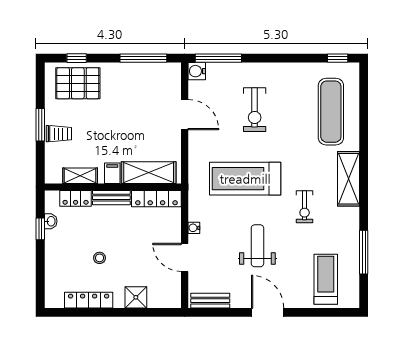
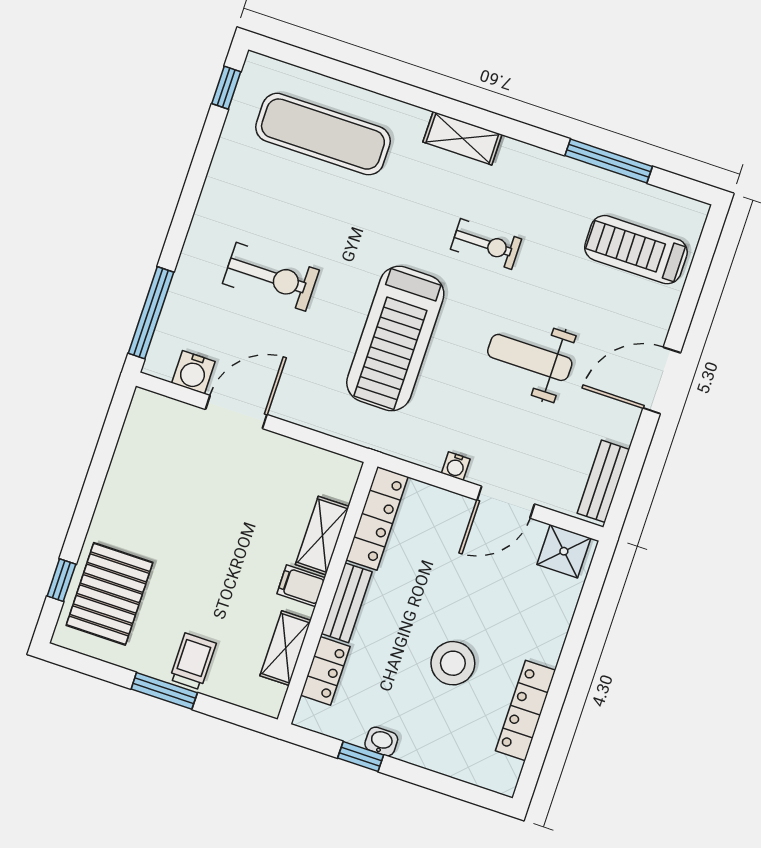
window: (143, 58) -> (104, 454), removed
water cooler: (197, 71) -> (193, 372), moved
shelving: (149, 173) -> (322, 536), width x0.67, depth x0.75
shelving: (348, 179) -> (462, 138), width x0.67, depth x0.75
washbasin: (51, 221) -> (381, 742), moved
stool: (100, 258) -> (453, 663), width x1.89, depth x1.89
shower: (136, 297) -> (564, 551), moved

